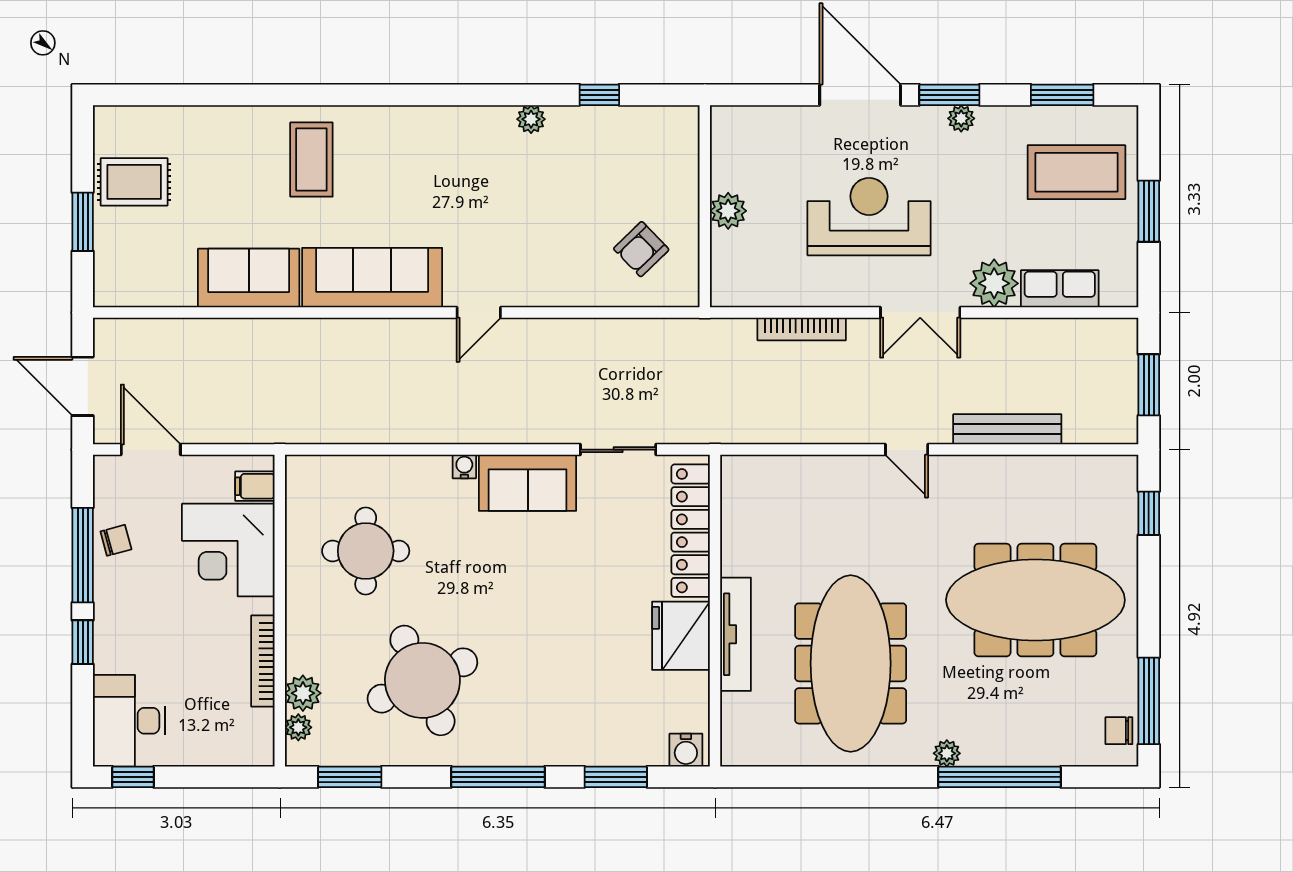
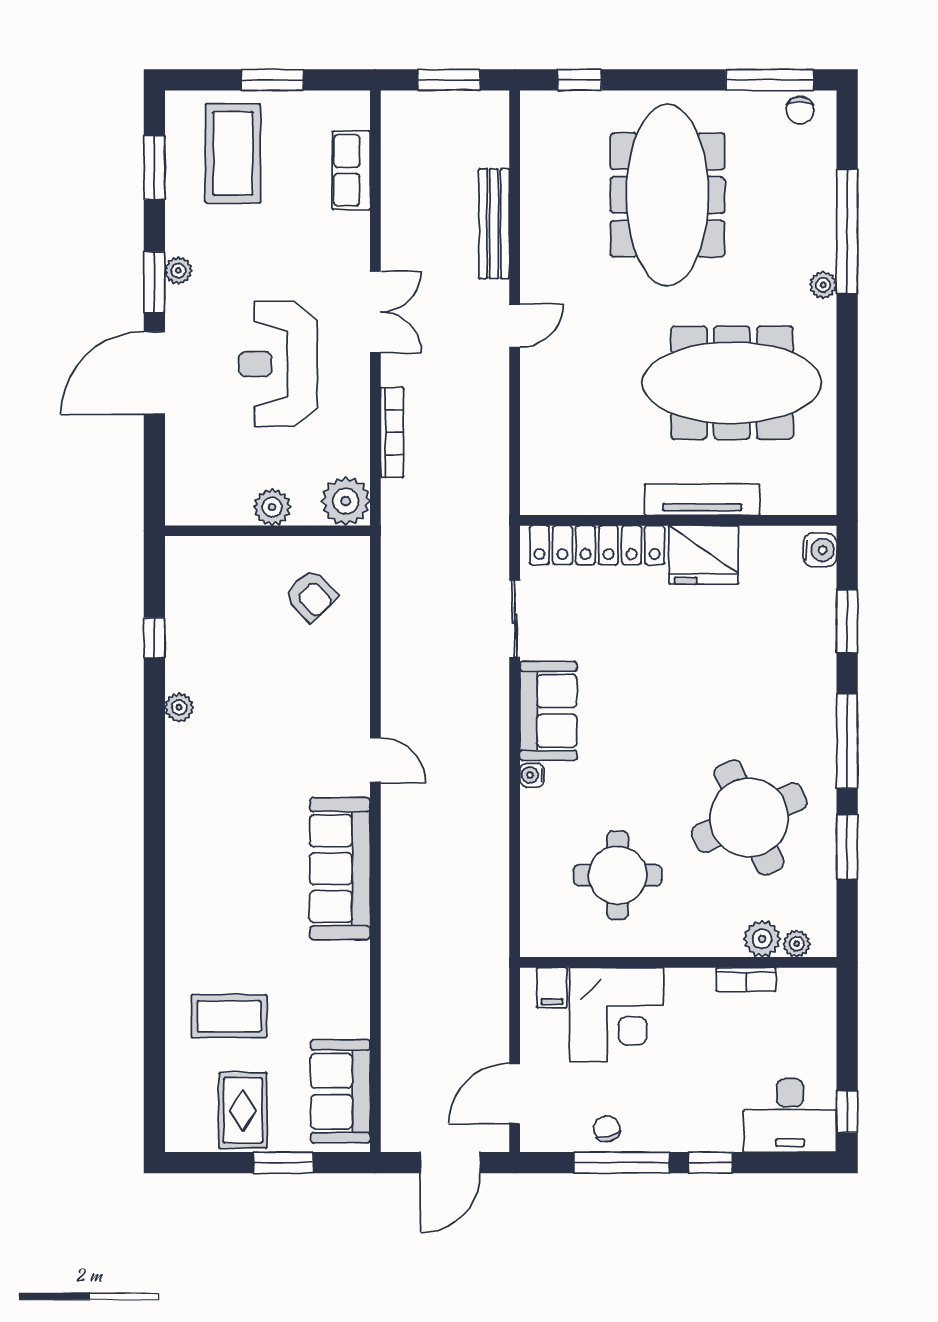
coffee table: (311, 160) -> (229, 1016), moved
sofa: (249, 278) -> (340, 1091), moved
plant: (994, 283) -> (346, 501), moved
bookcase: (263, 661) -> (746, 980), width x0.64
window: (350, 777) -> (847, 847), moved

